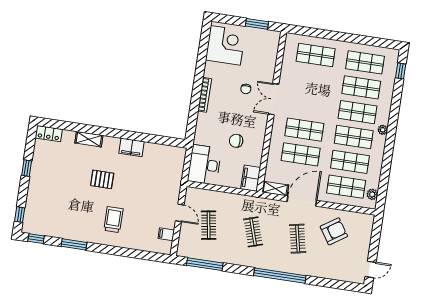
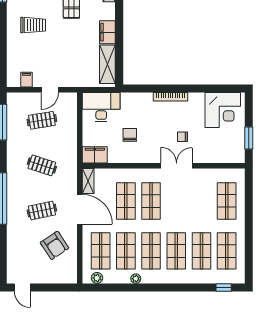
plant: (383, 130) -> (136, 279), moved
shelving: (163, 152) -> (107, 64), added
clothes rail: (253, 232) -> (42, 165), turned 36

